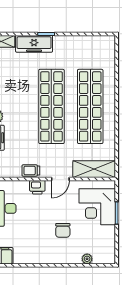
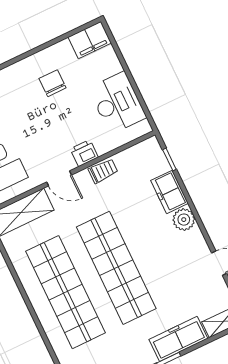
door: (60, 179) -> (59, 178), swing flipped
chair: (63, 230) -> (53, 83), moved

